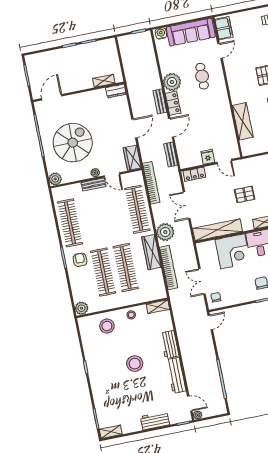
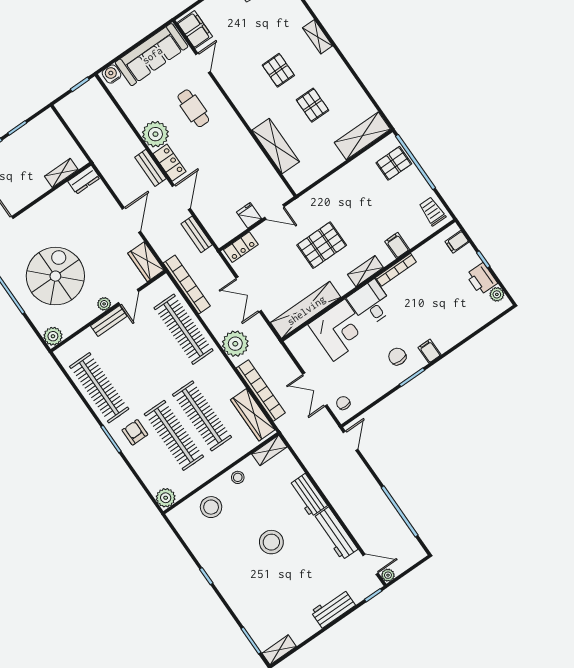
door: (112, 175) -> (128, 297), hinge flipped
pallet: (245, 194) -> (322, 245), width x1.50, depth x1.42
wardrobe: (151, 252) -> (253, 415), moved

